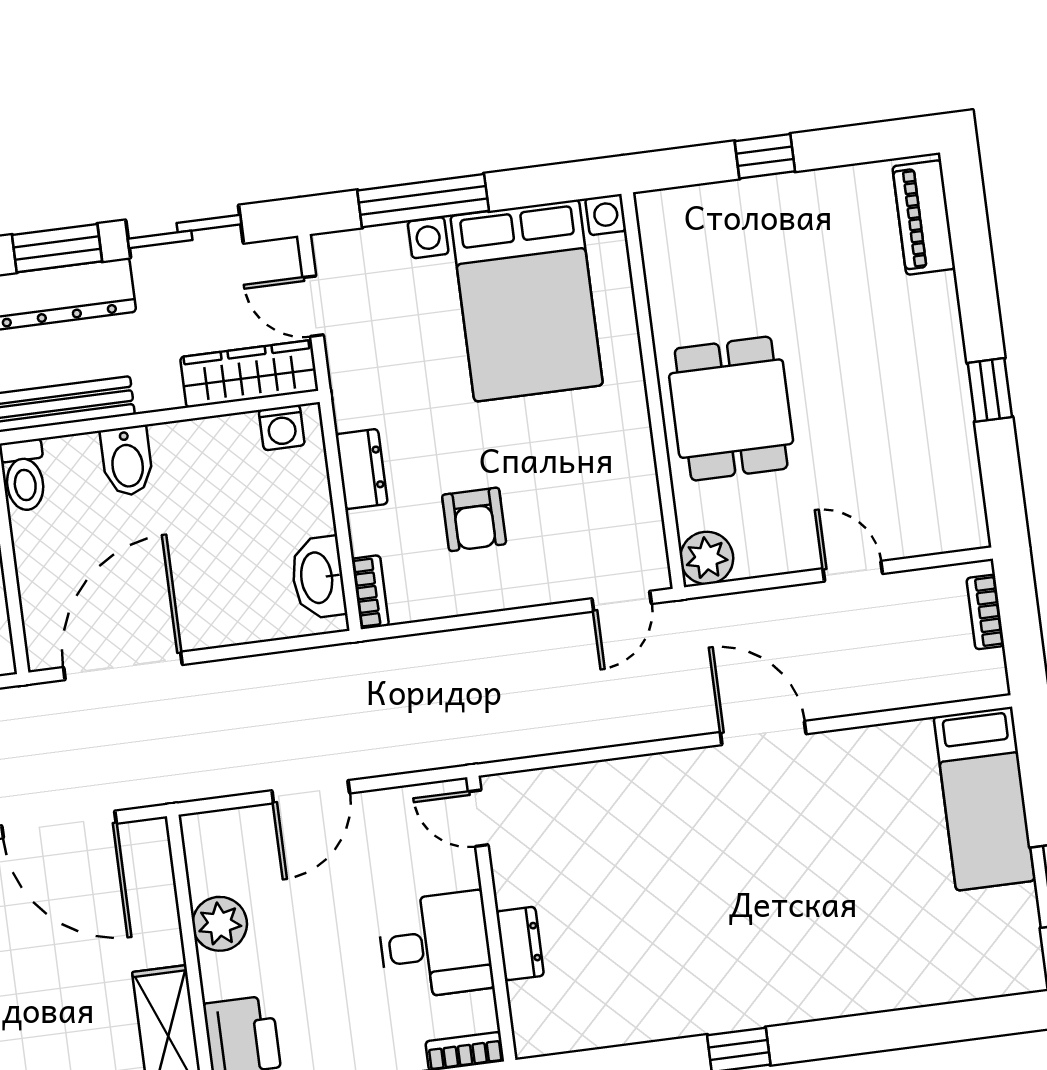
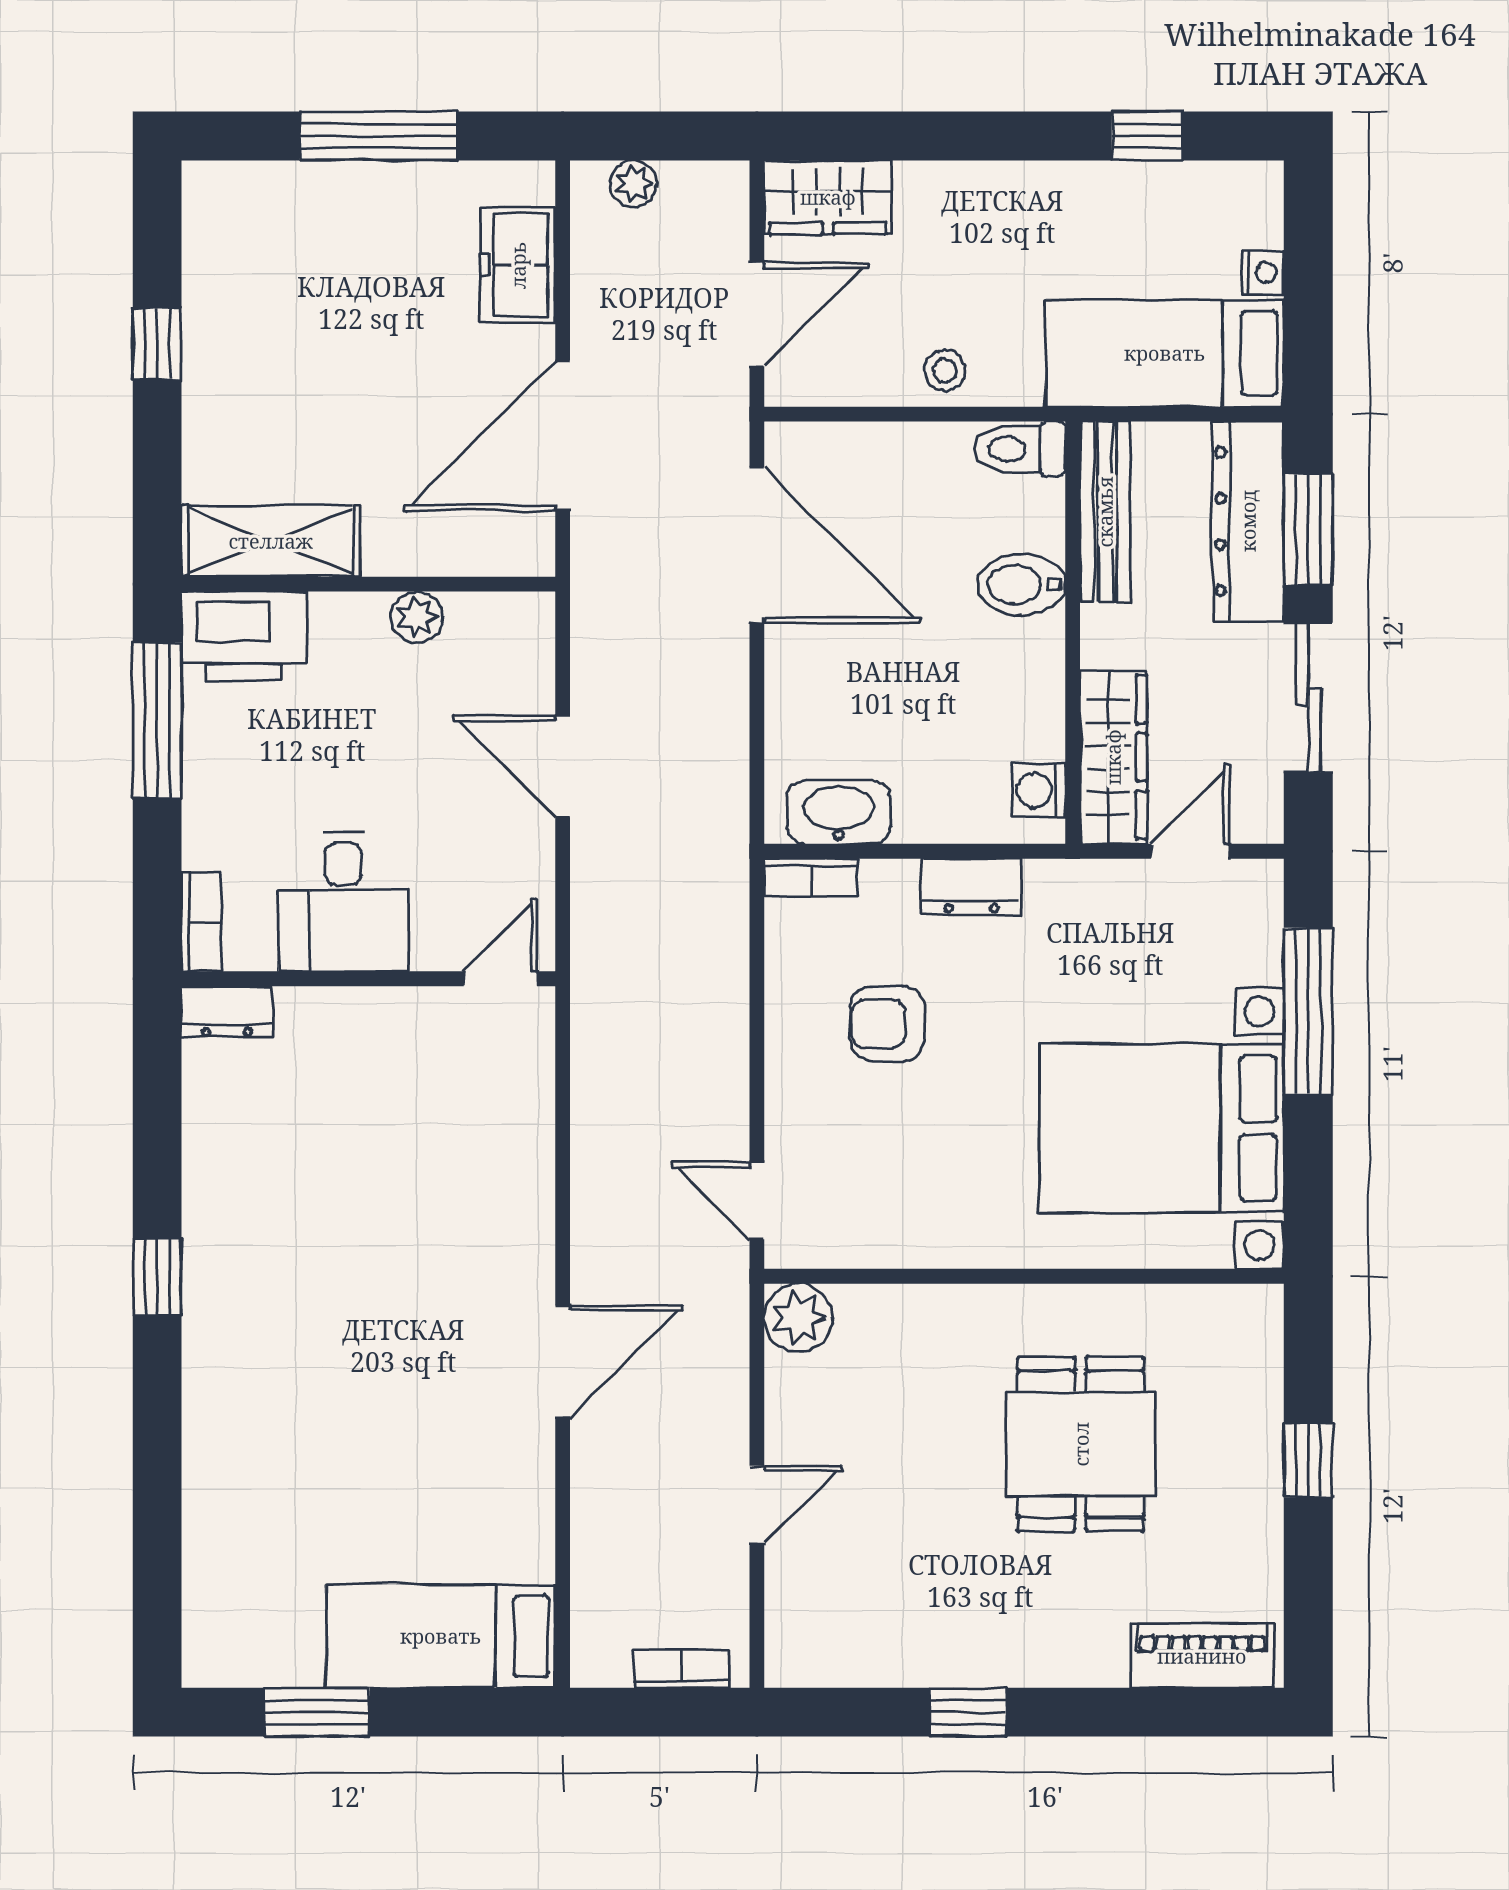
dining table: (731, 409) -> (1081, 1444), moved, turned 90
plant: (220, 924) -> (417, 617), width x0.73, depth x0.73
dresser: (520, 944) -> (227, 1012), moved

